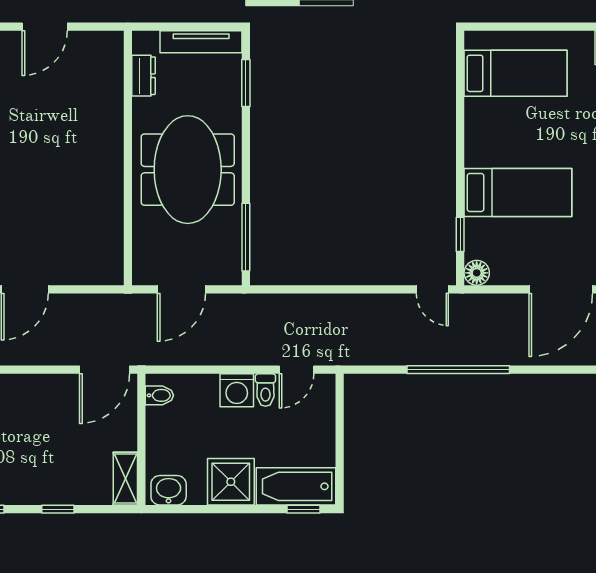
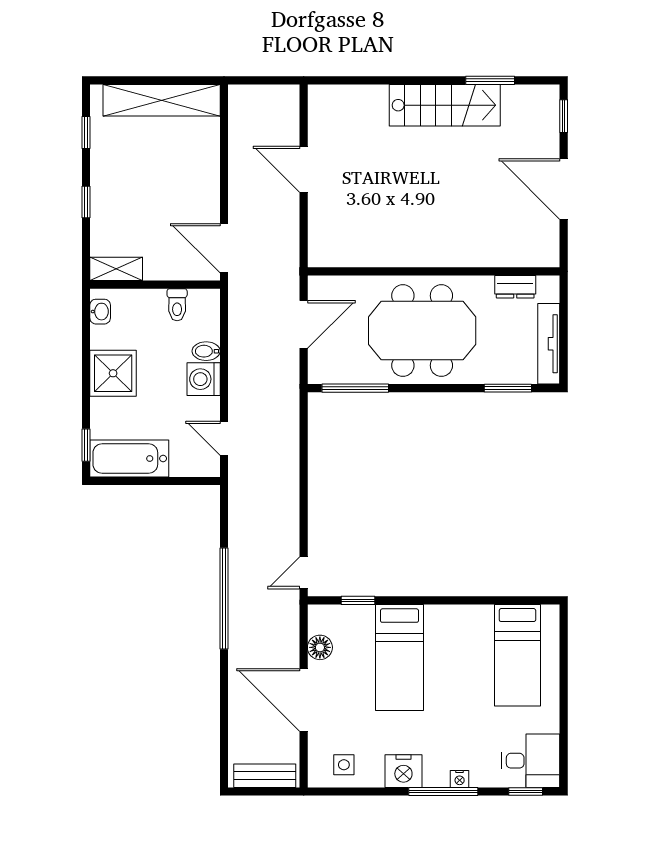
door: (45, 27) -> (564, 189), width x1.36
floor lamp: (477, 273) -> (320, 647), moved
door: (181, 289) -> (304, 324), swing flipped
toilet: (265, 390) -> (177, 305), moved, turned -90
bidet: (159, 395) -> (206, 351), moved, turned 90
bathtub: (296, 486) -> (129, 459), moved, turned -90
washbasin: (169, 490) -> (100, 312), width x0.72, depth x0.69

